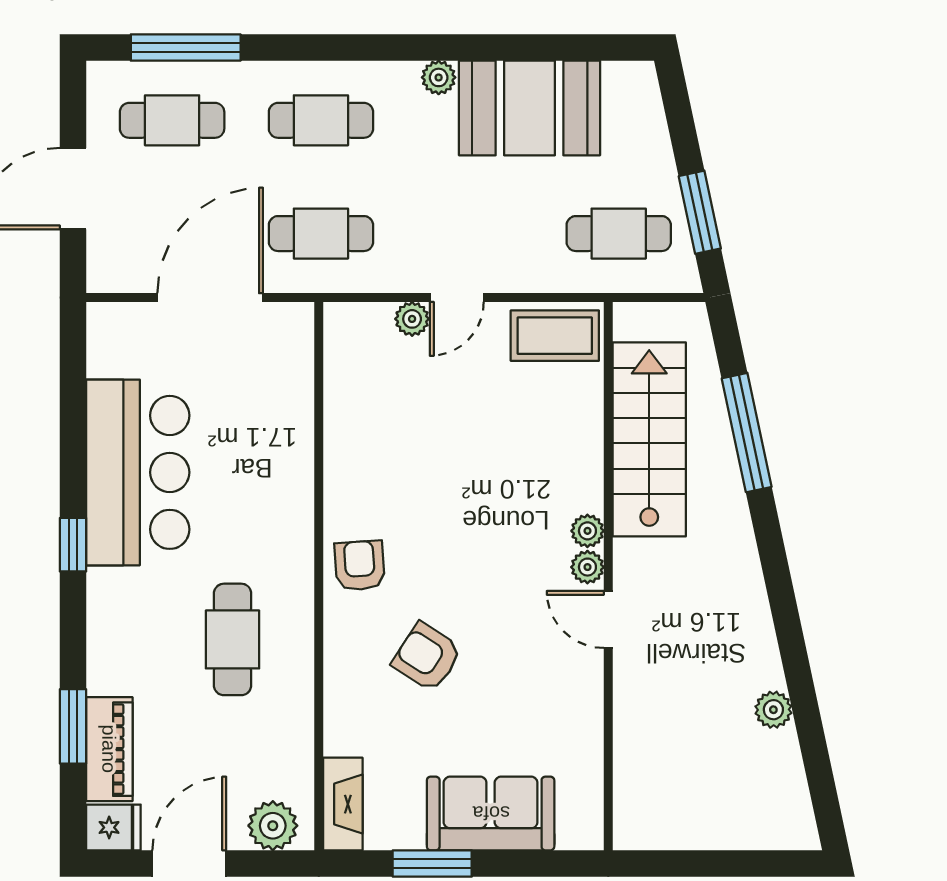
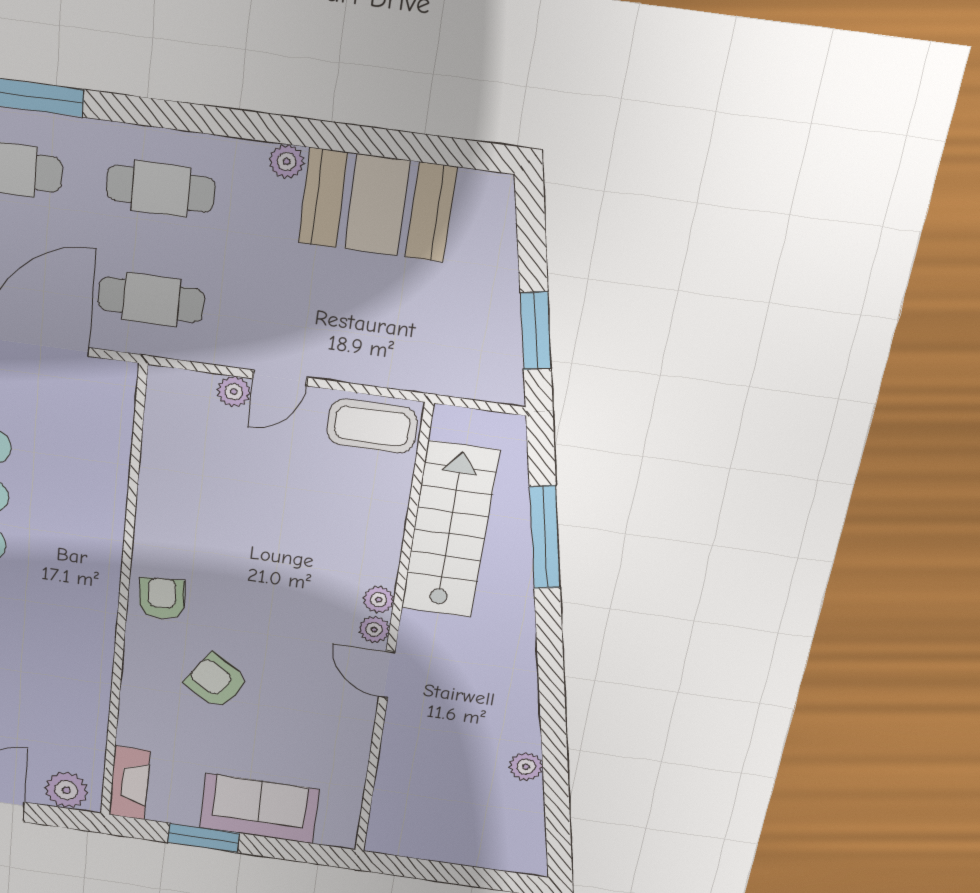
cafe table: (619, 234) -> (450, 340), removed
cafe table: (233, 639) -> (40, 642), removed

